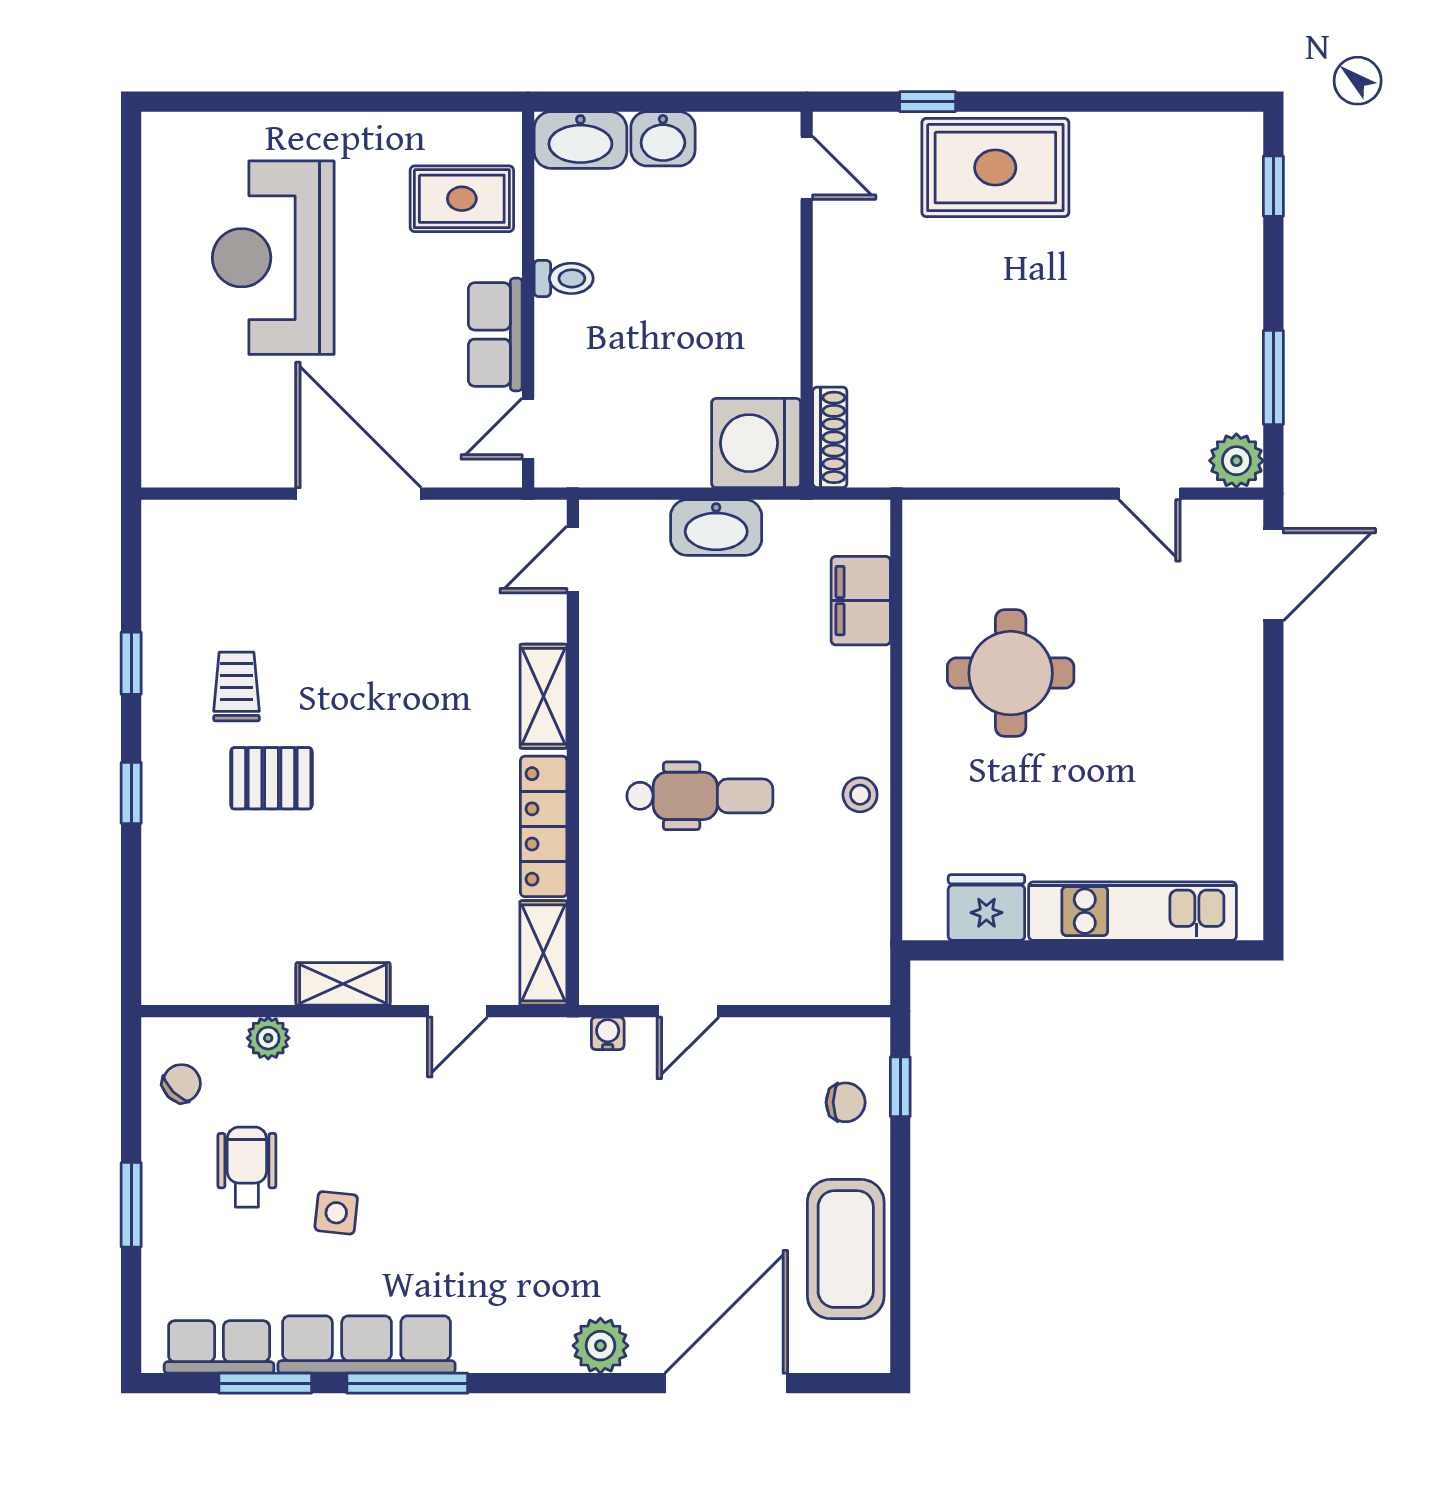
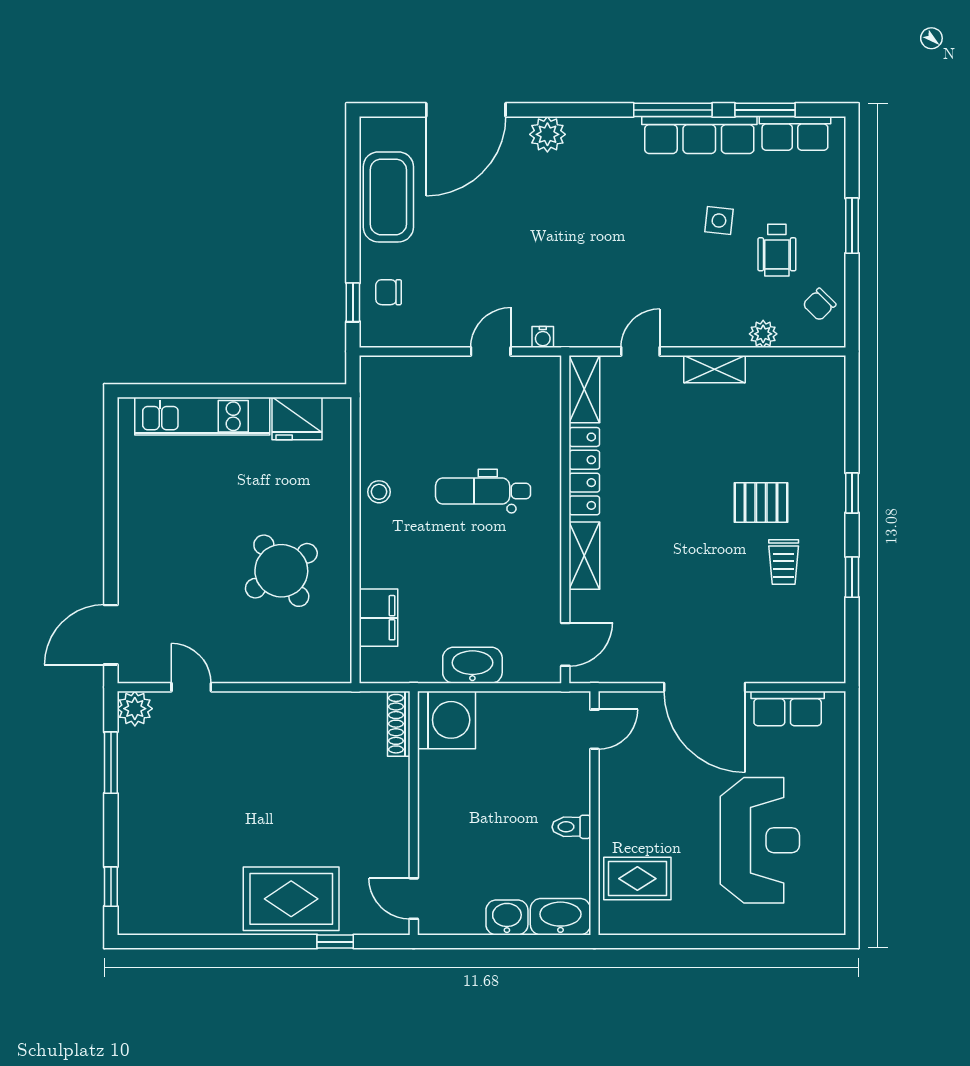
row of seats: (495, 335) -> (788, 708), moved, turned 90
round table: (1011, 673) -> (281, 571), turned -34

